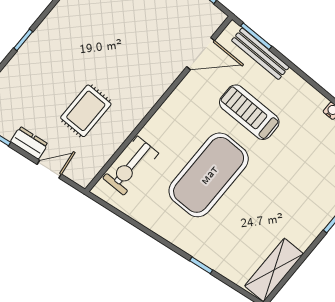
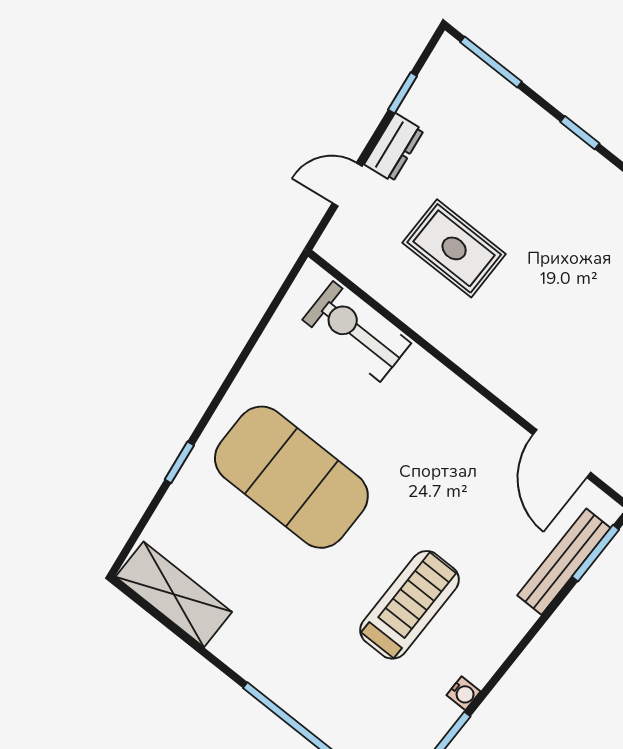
treadmill: (249, 112) -> (409, 605), moved
door: (49, 169) -> (347, 185), swing flipped
exercise mat: (209, 175) -> (291, 477), moved

